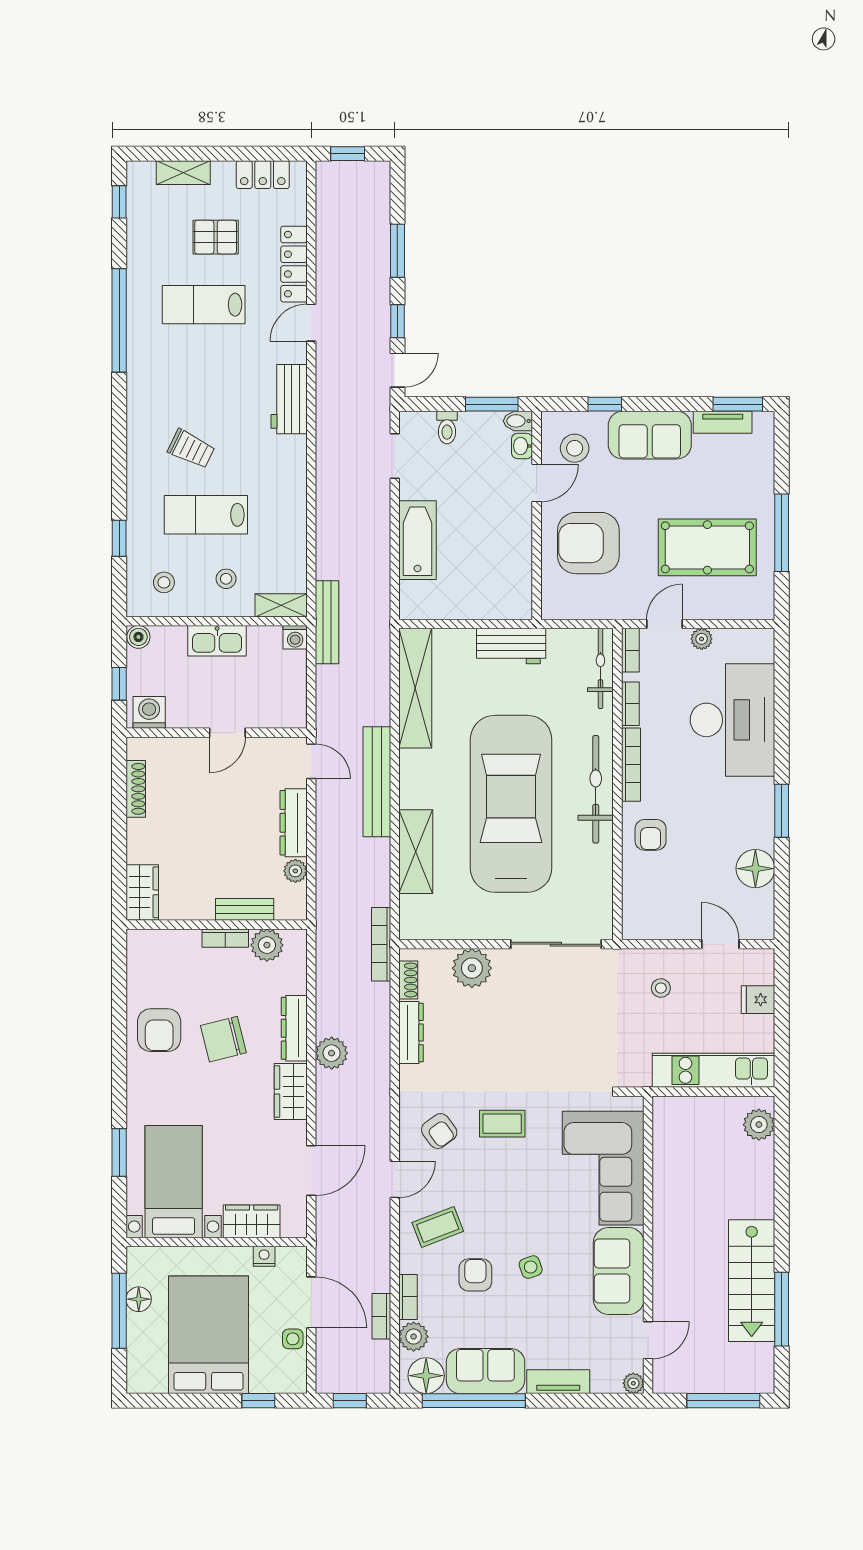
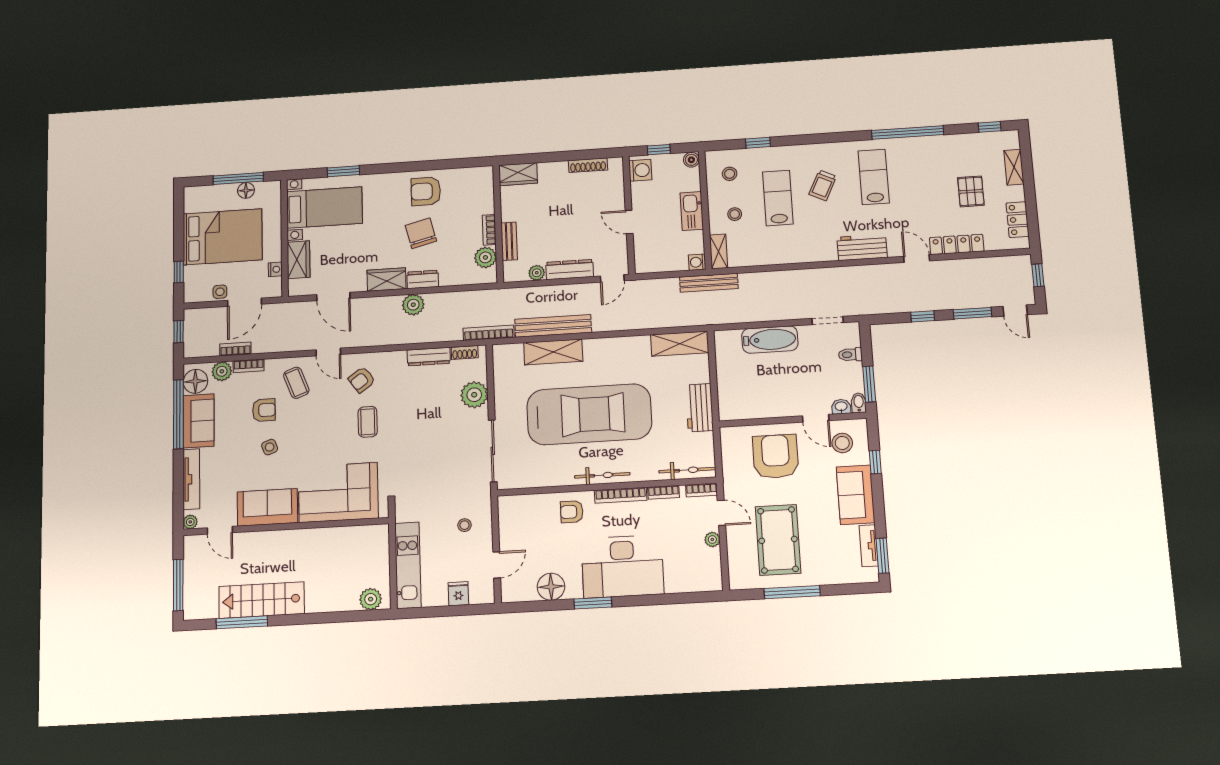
lab bench: (204, 305) -> (874, 177), moved
door: (397, 370) -> (1015, 311), moved
shelving: (415, 688) -> (680, 344), width x0.68
desk: (732, 720) -> (623, 566), moved
bench: (377, 782) -> (553, 326), moved
bicycle: (596, 789) -> (602, 475), width x0.73, depth x0.71
dresser: (294, 1028) -> (423, 279), width x0.70
tv unit: (558, 1382) -> (191, 479), width x1.41

